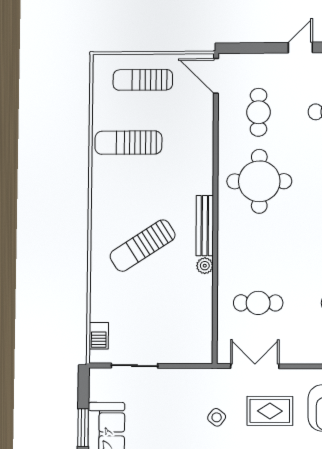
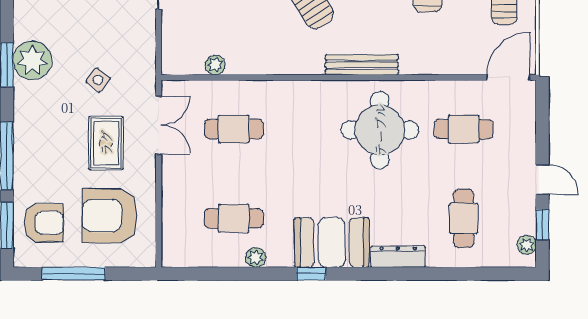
bench: (205, 225) -> (362, 65), moved
plant: (205, 266) -> (215, 65), moved
cafe table: (258, 303) -> (234, 129), turned 90

